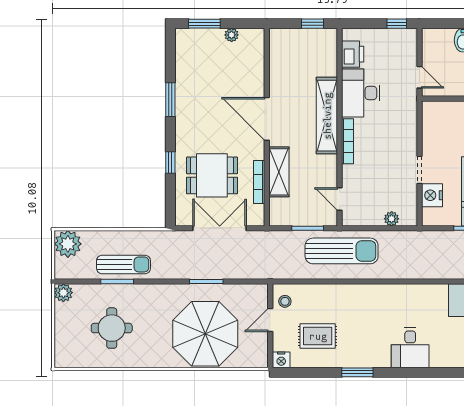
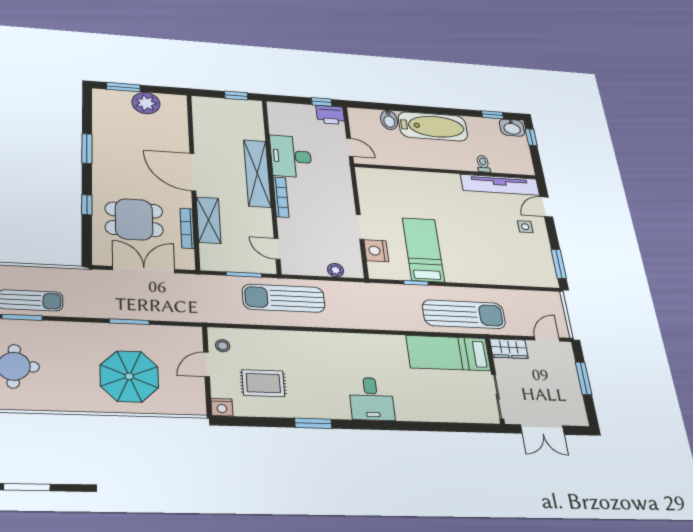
plant: (232, 35) -> (146, 103), width x1.87, depth x1.87
printer: (353, 54) -> (330, 115), moved, turned 90
sun lounger: (342, 251) -> (284, 298), turned 180
parasol: (205, 334) -> (129, 376), width x0.73, depth x0.73

